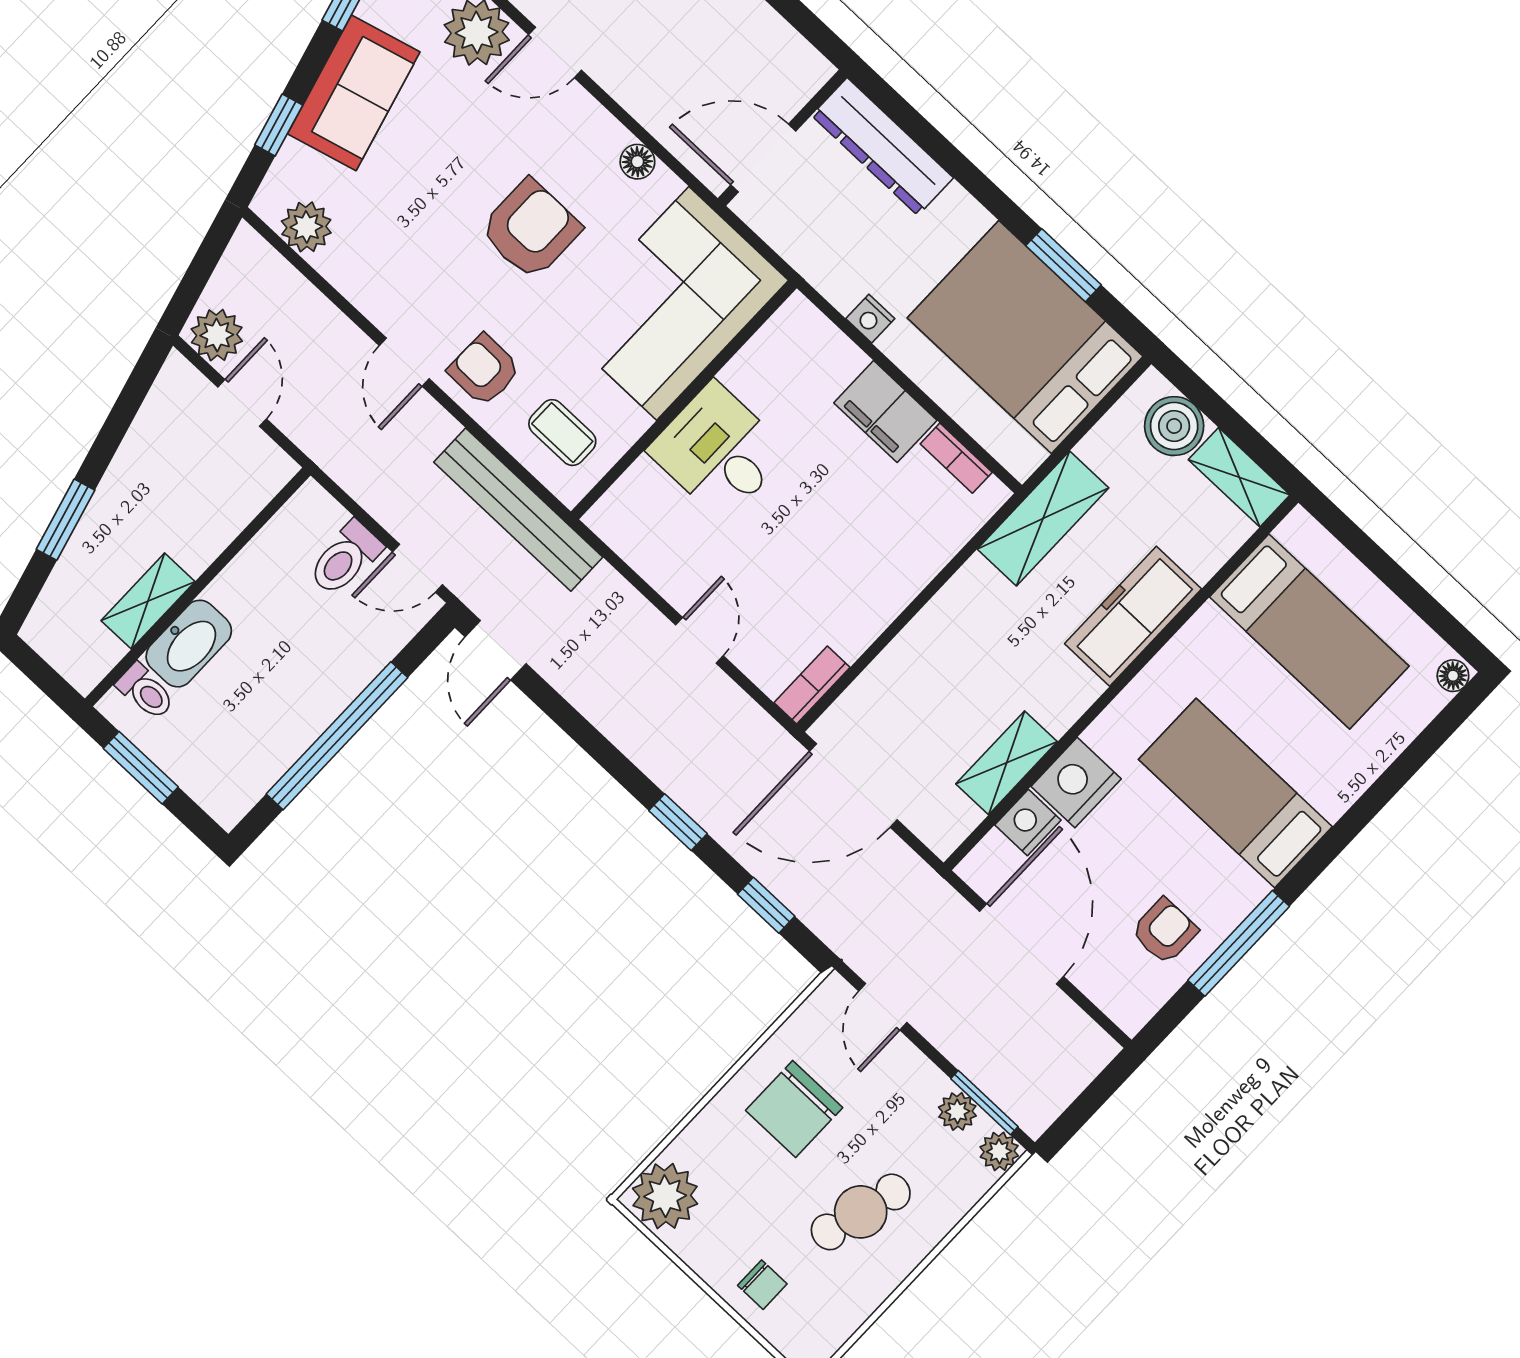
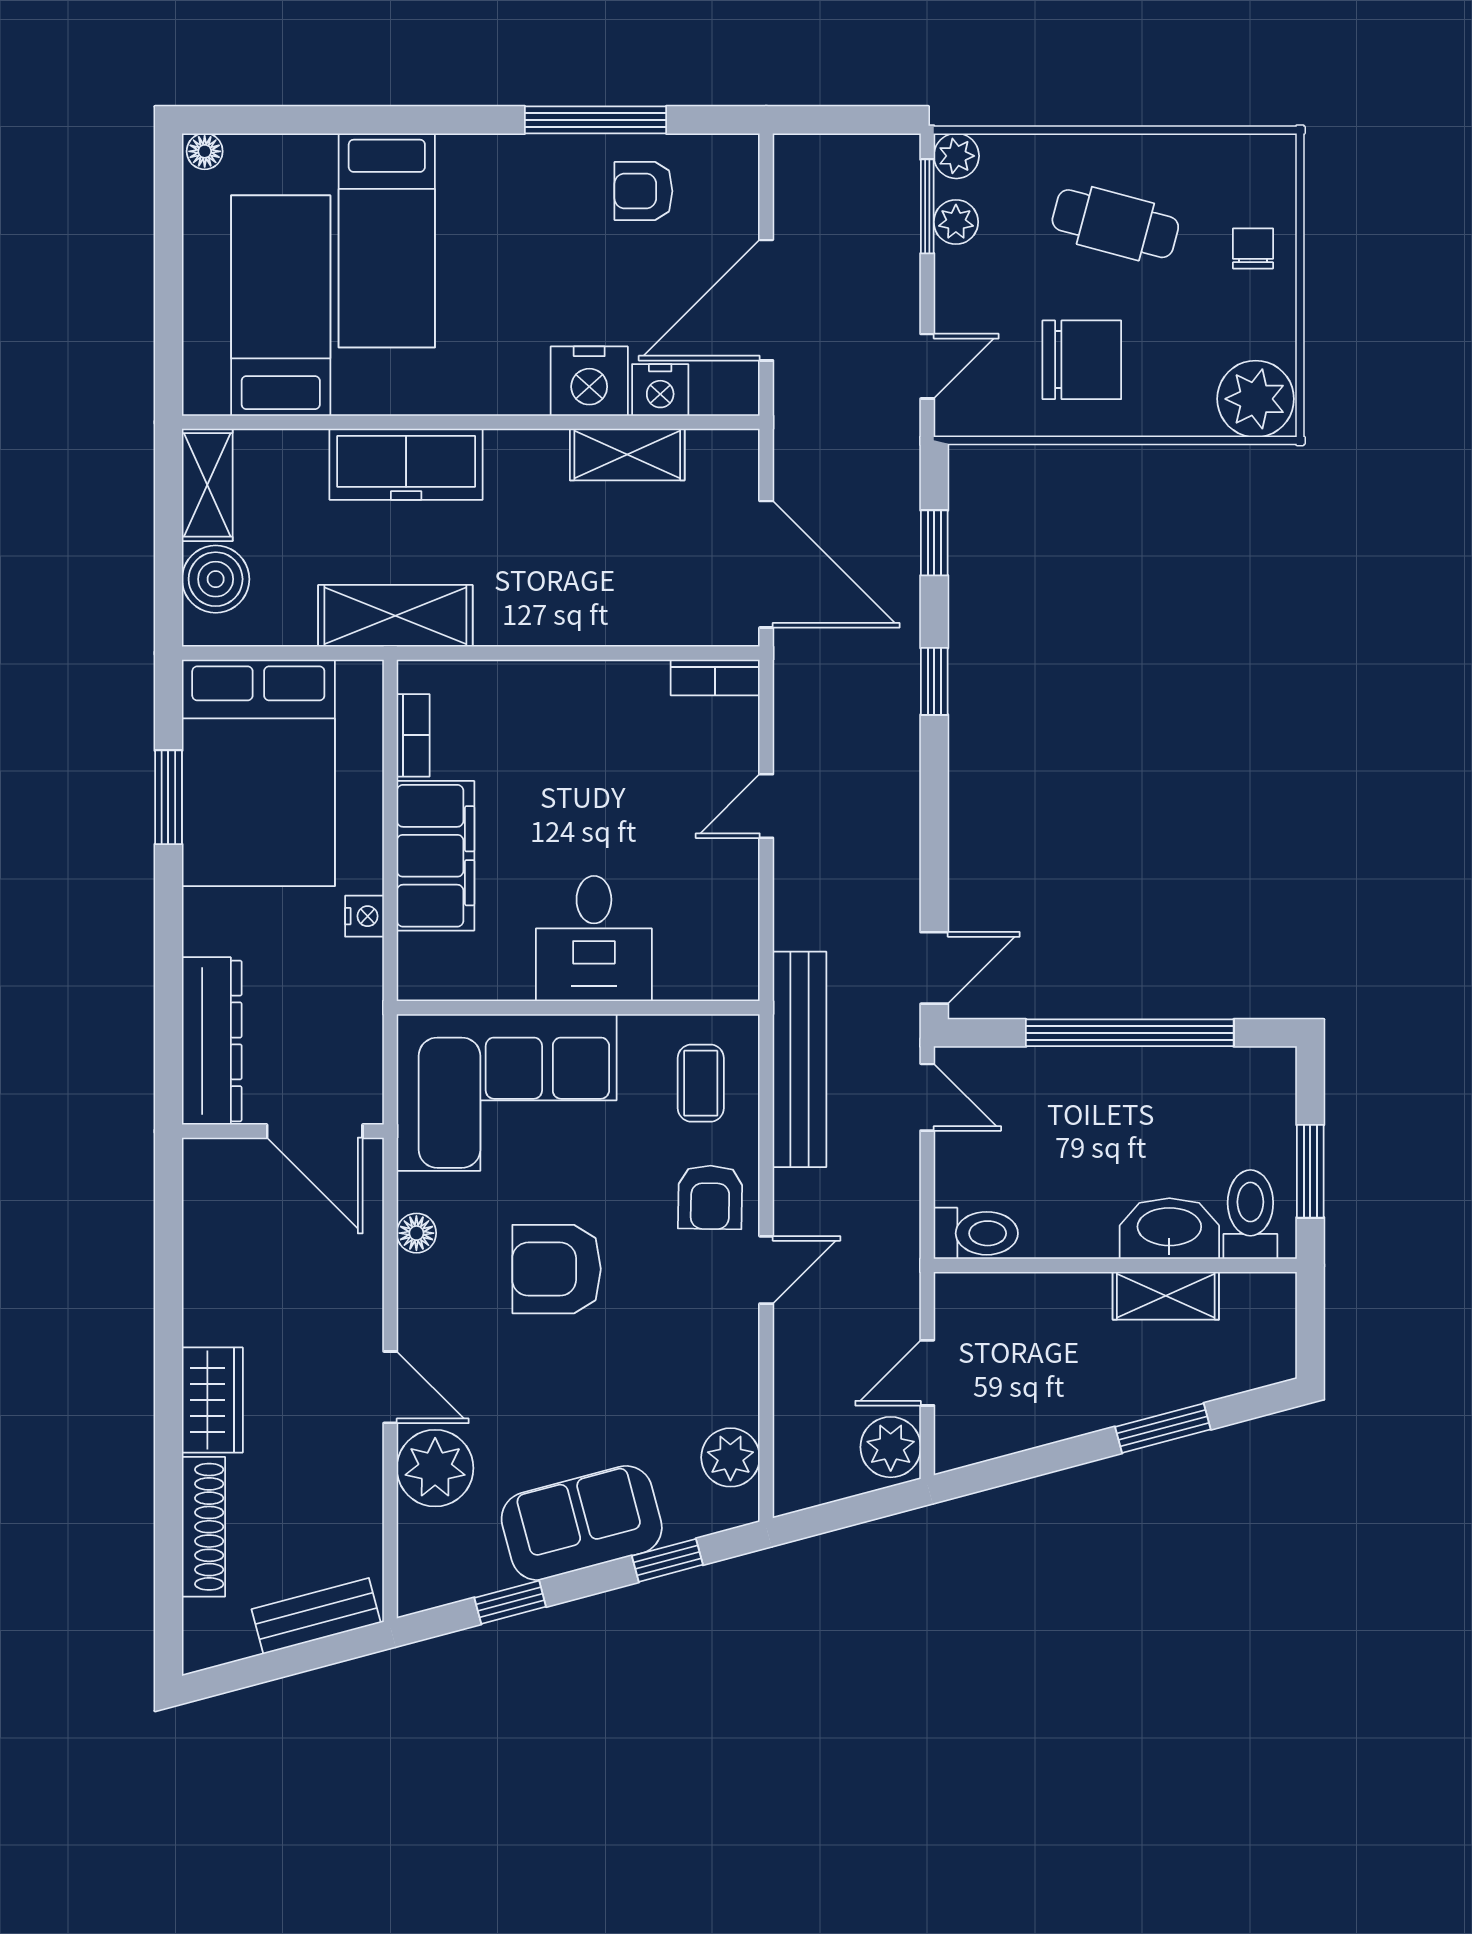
filing cabinet: (885, 412) -> (436, 856), width x1.50, depth x1.17
toilet: (345, 558) -> (976, 1233), moved
toilet: (146, 692) -> (1250, 1214), width x1.37, depth x1.39
bed: (1235, 793) -> (387, 240), moved

